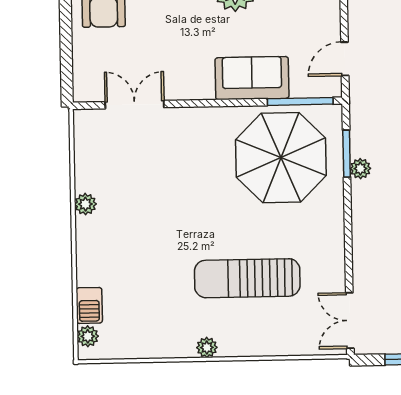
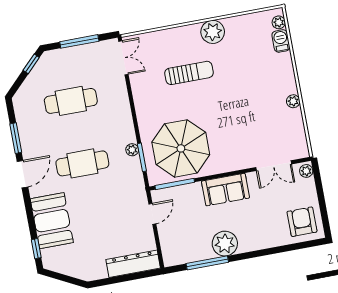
sofa: (252, 78) -> (225, 190), moved
plant: (83, 87) -> (306, 171), added
sun lounger: (247, 278) -> (189, 73), width x0.73, depth x0.75
plant: (207, 347) -> (213, 32), width x1.88, depth x1.88

